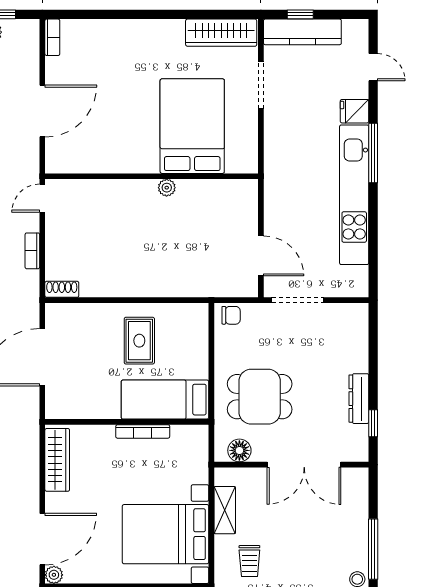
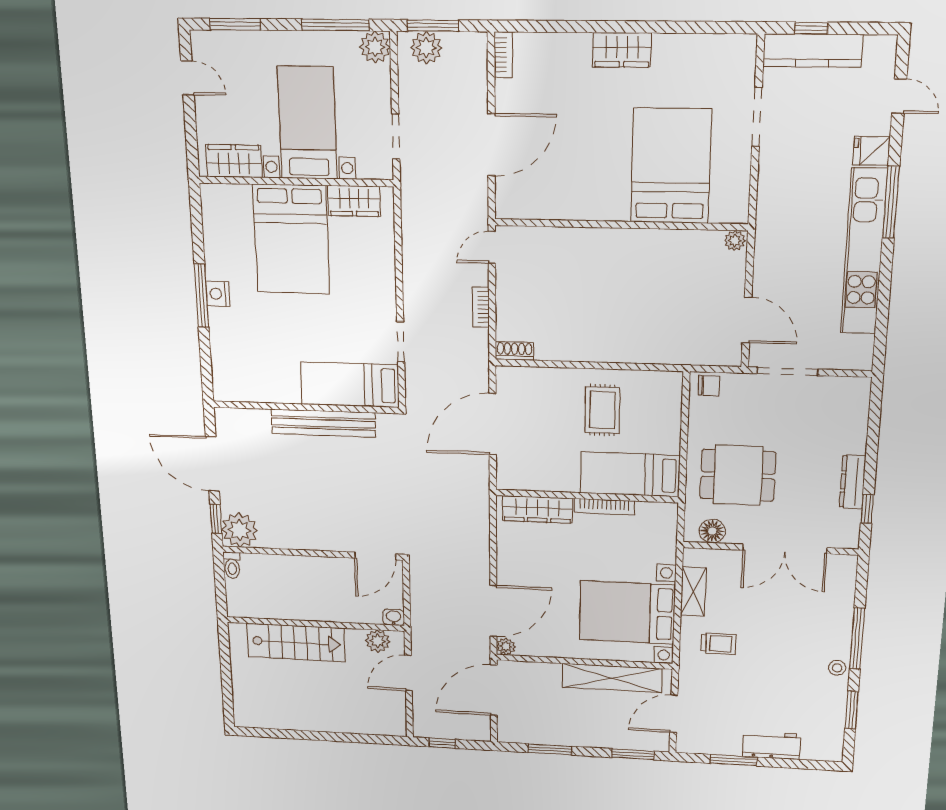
wardrobe: (221, 33) -> (622, 50), moved, width x0.67
plant: (167, 188) -> (735, 241), moved
wardrobe: (57, 460) -> (537, 510), moved, turned 90
trolley: (249, 561) -> (718, 644), turned -90

